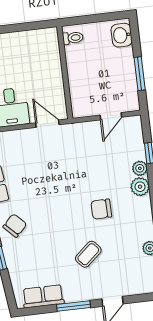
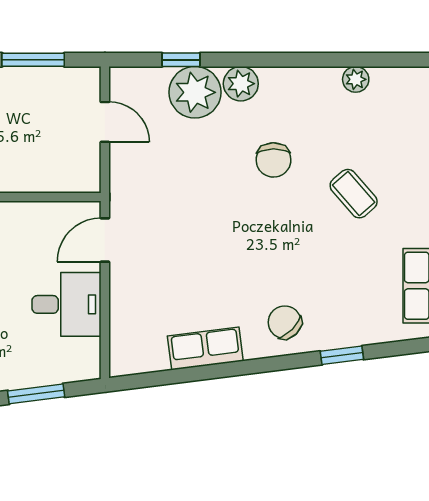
plant: (140, 168) -> (195, 92), width x1.88, depth x1.88

